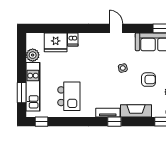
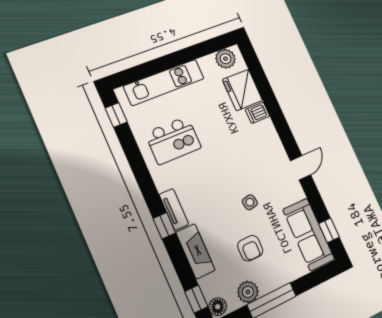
plant: (33, 55) -> (226, 59), moved
window: (22, 93) -> (148, 69), removed

